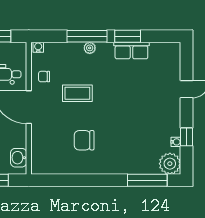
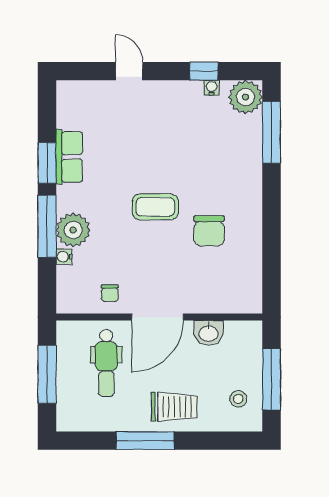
water cooler: (38, 47) -> (64, 257), moved
plant: (90, 48) -> (73, 230), width x1.87, depth x1.87
coffee table: (77, 93) -> (155, 207), moved, turned 90
washbasin: (19, 158) -> (209, 333), moved

